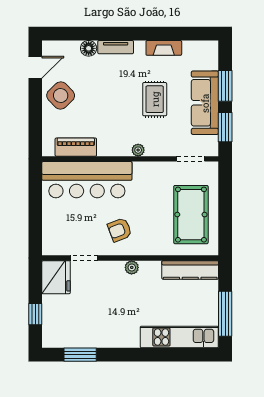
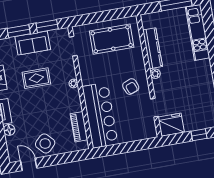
sofa: (205, 103) -> (33, 43), width x0.73
kitchen counter: (190, 270) -> (153, 48), moved

